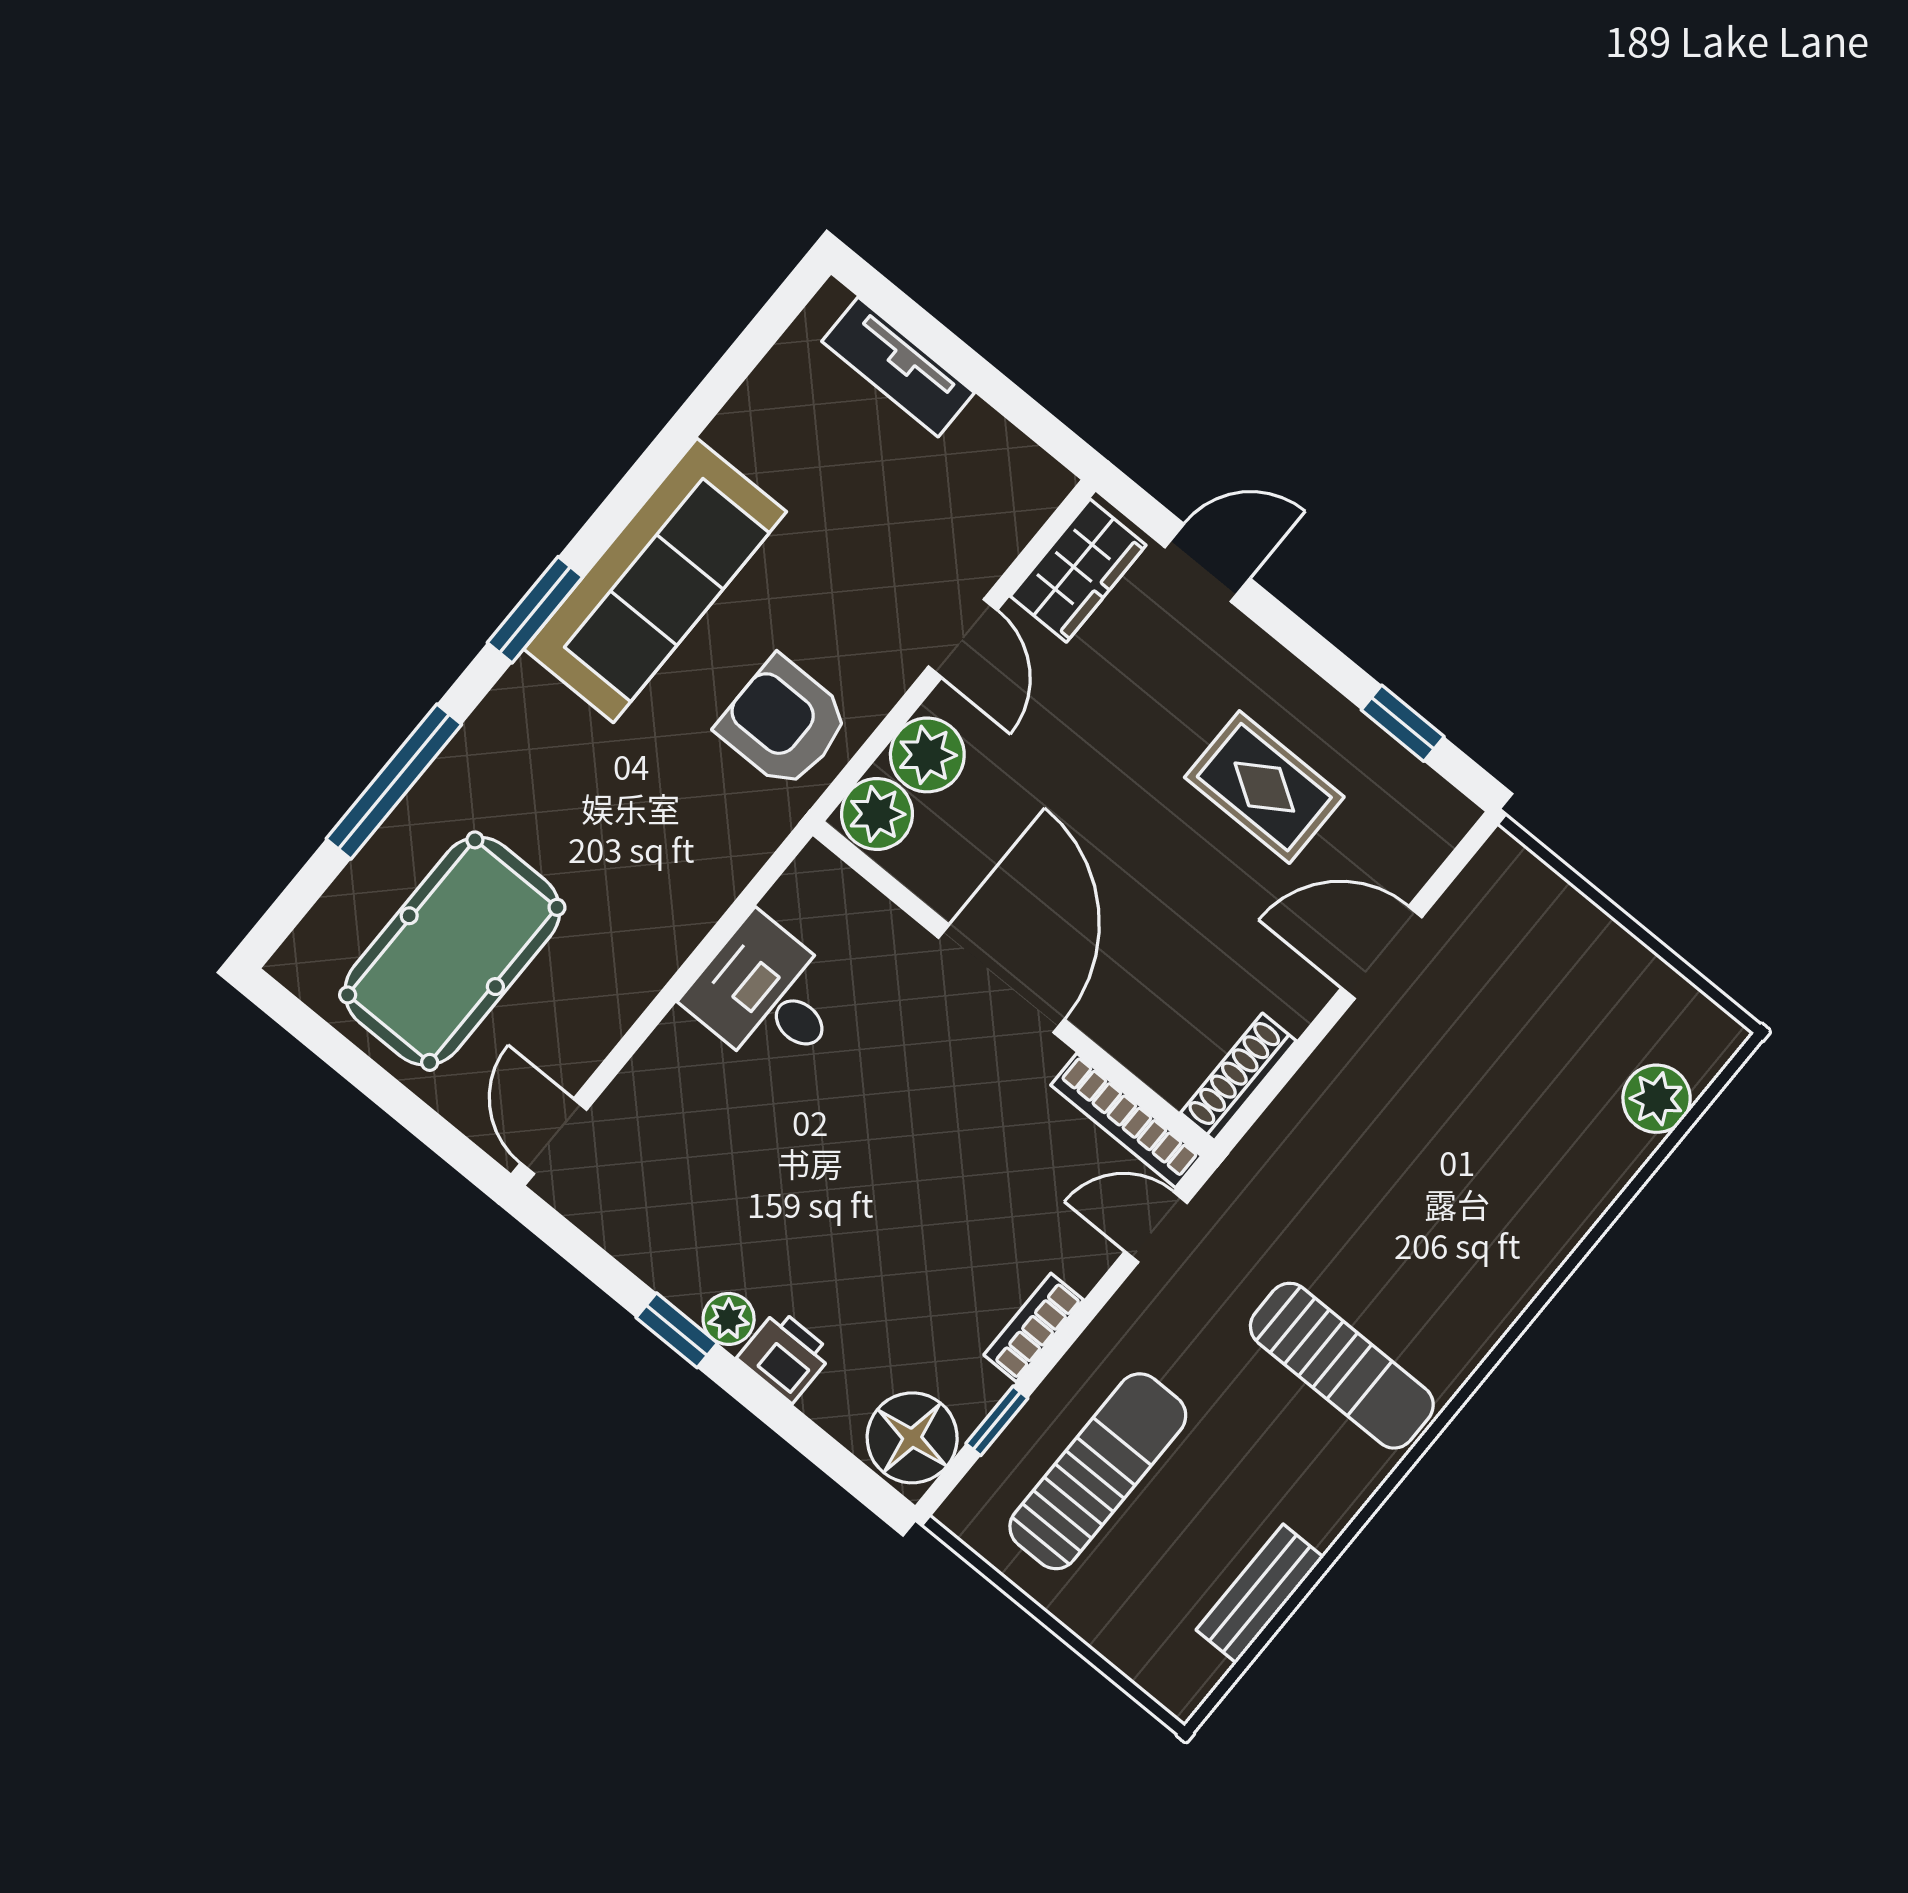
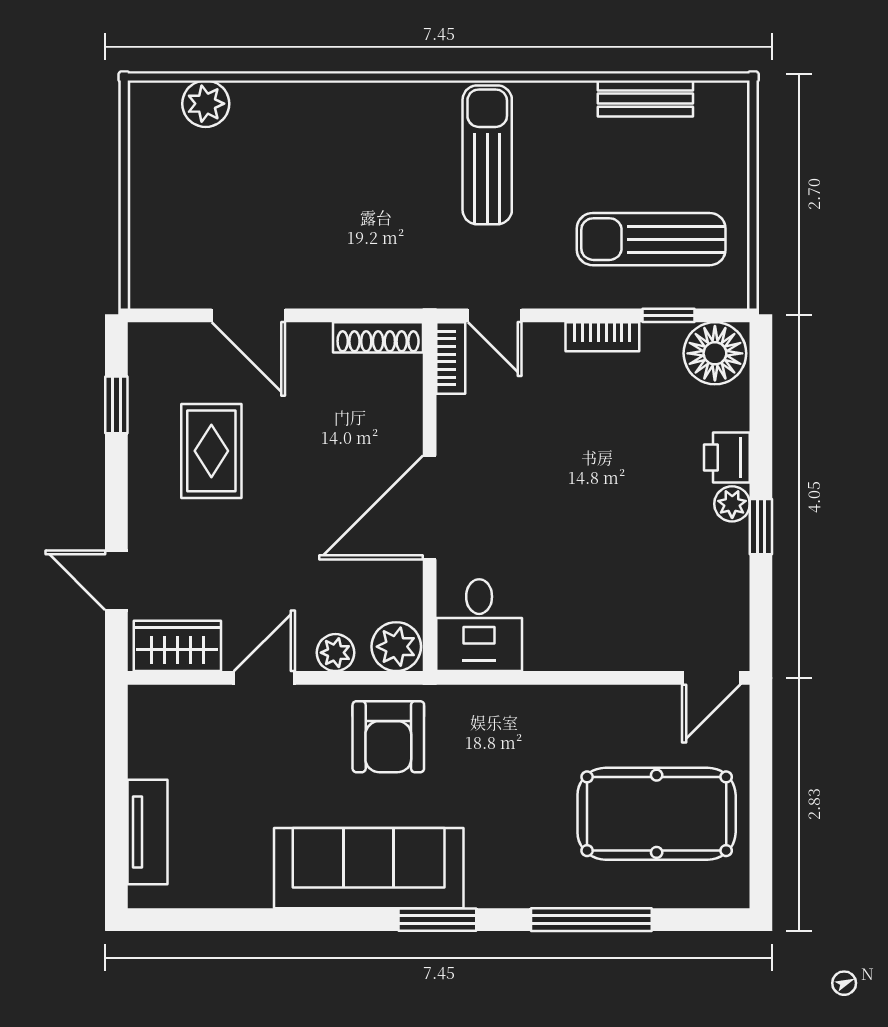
plant: (927, 755) -> (335, 653), width x0.73, depth x0.73
desk: (767, 996) -> (479, 625), moved
bookcase: (1126, 1120) -> (451, 358), width x0.64

